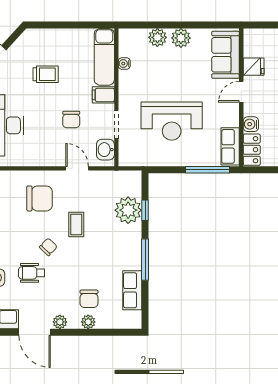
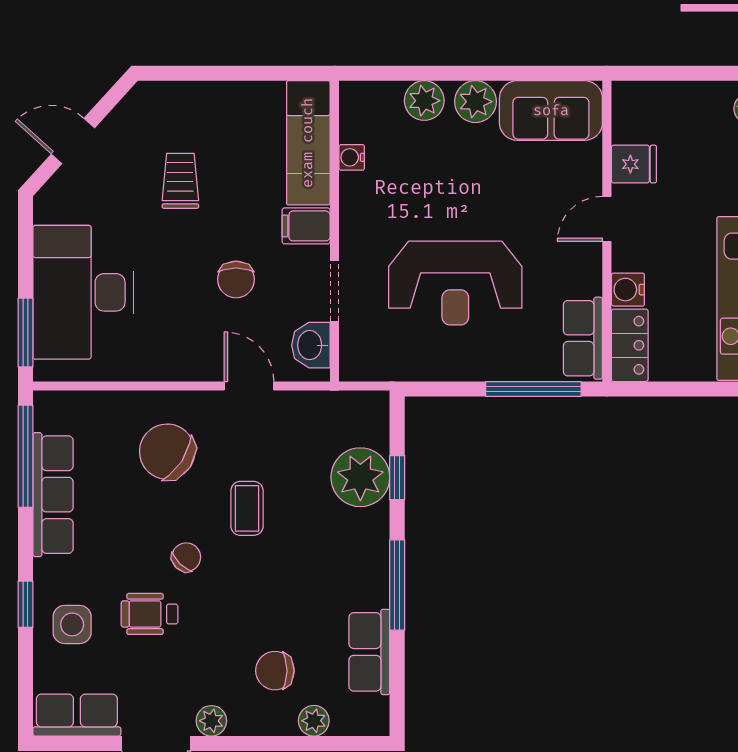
sofa: (225, 55) -> (551, 111), moved, turned -90
trolley: (46, 74) -> (180, 181), turned -90
chair: (40, 198) -> (167, 452), turned -147
chair: (89, 299) -> (275, 671), turned 90
plant: (88, 322) -> (314, 721), moved

